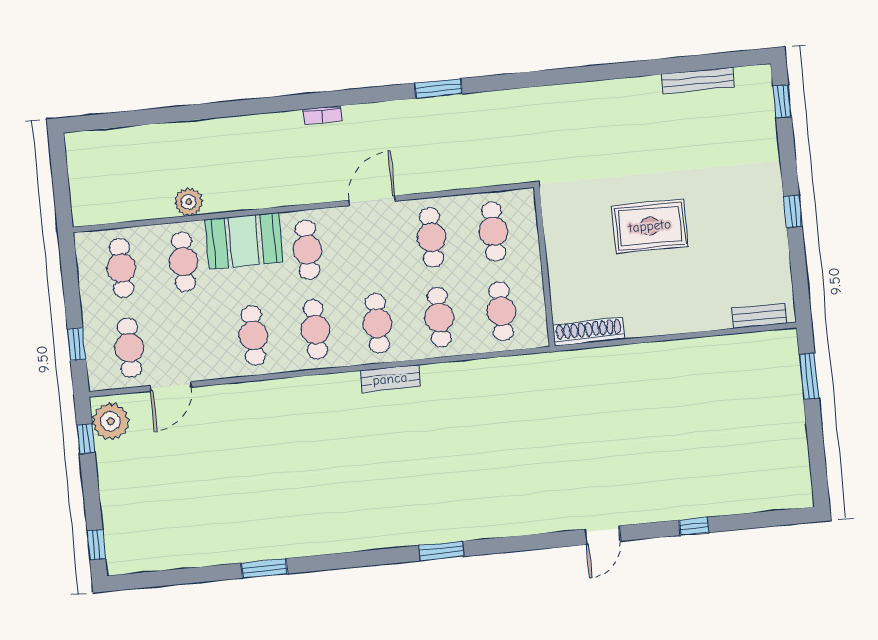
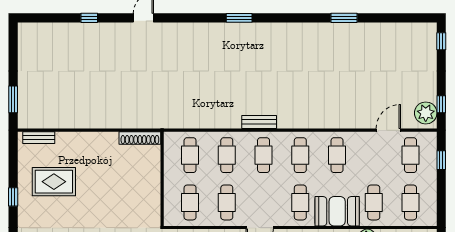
rug: (650, 226) -> (54, 182), moved

